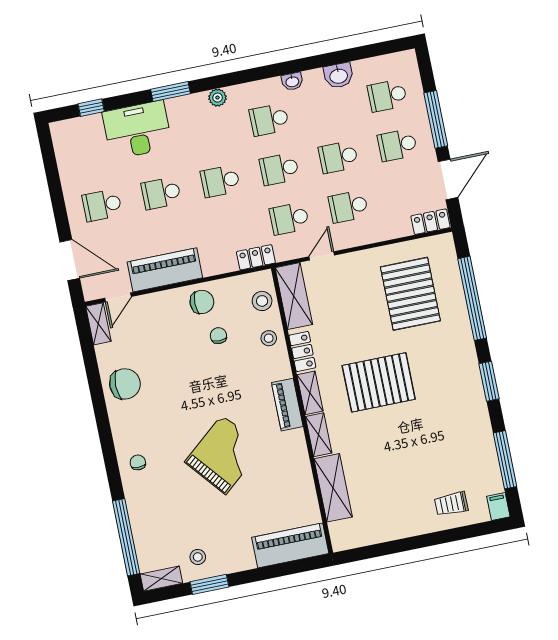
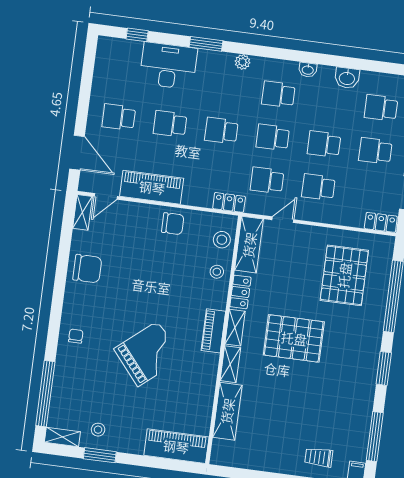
chair: (218, 336) -> (177, 256), removed

